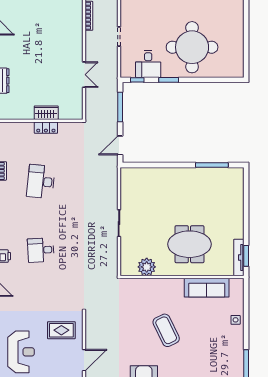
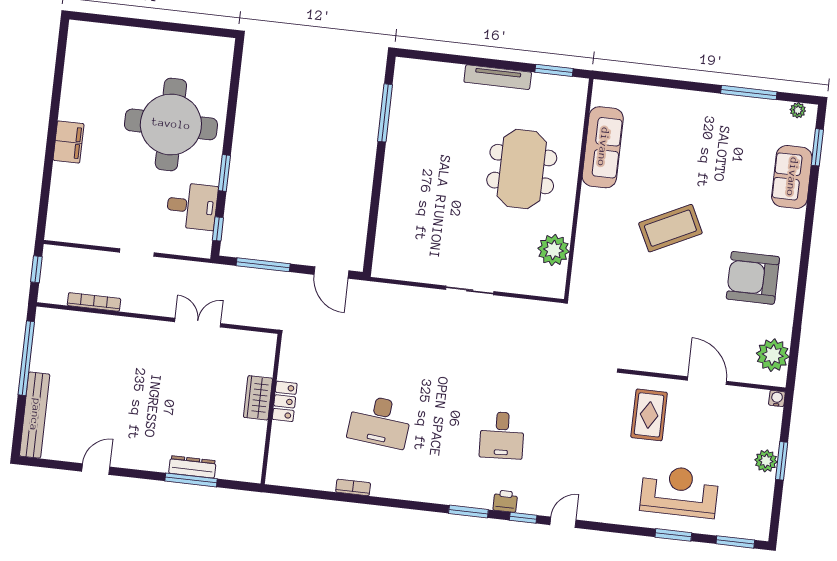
tv unit: (239, 257) -> (498, 77), moved
side table: (236, 320) -> (666, 102), removed

